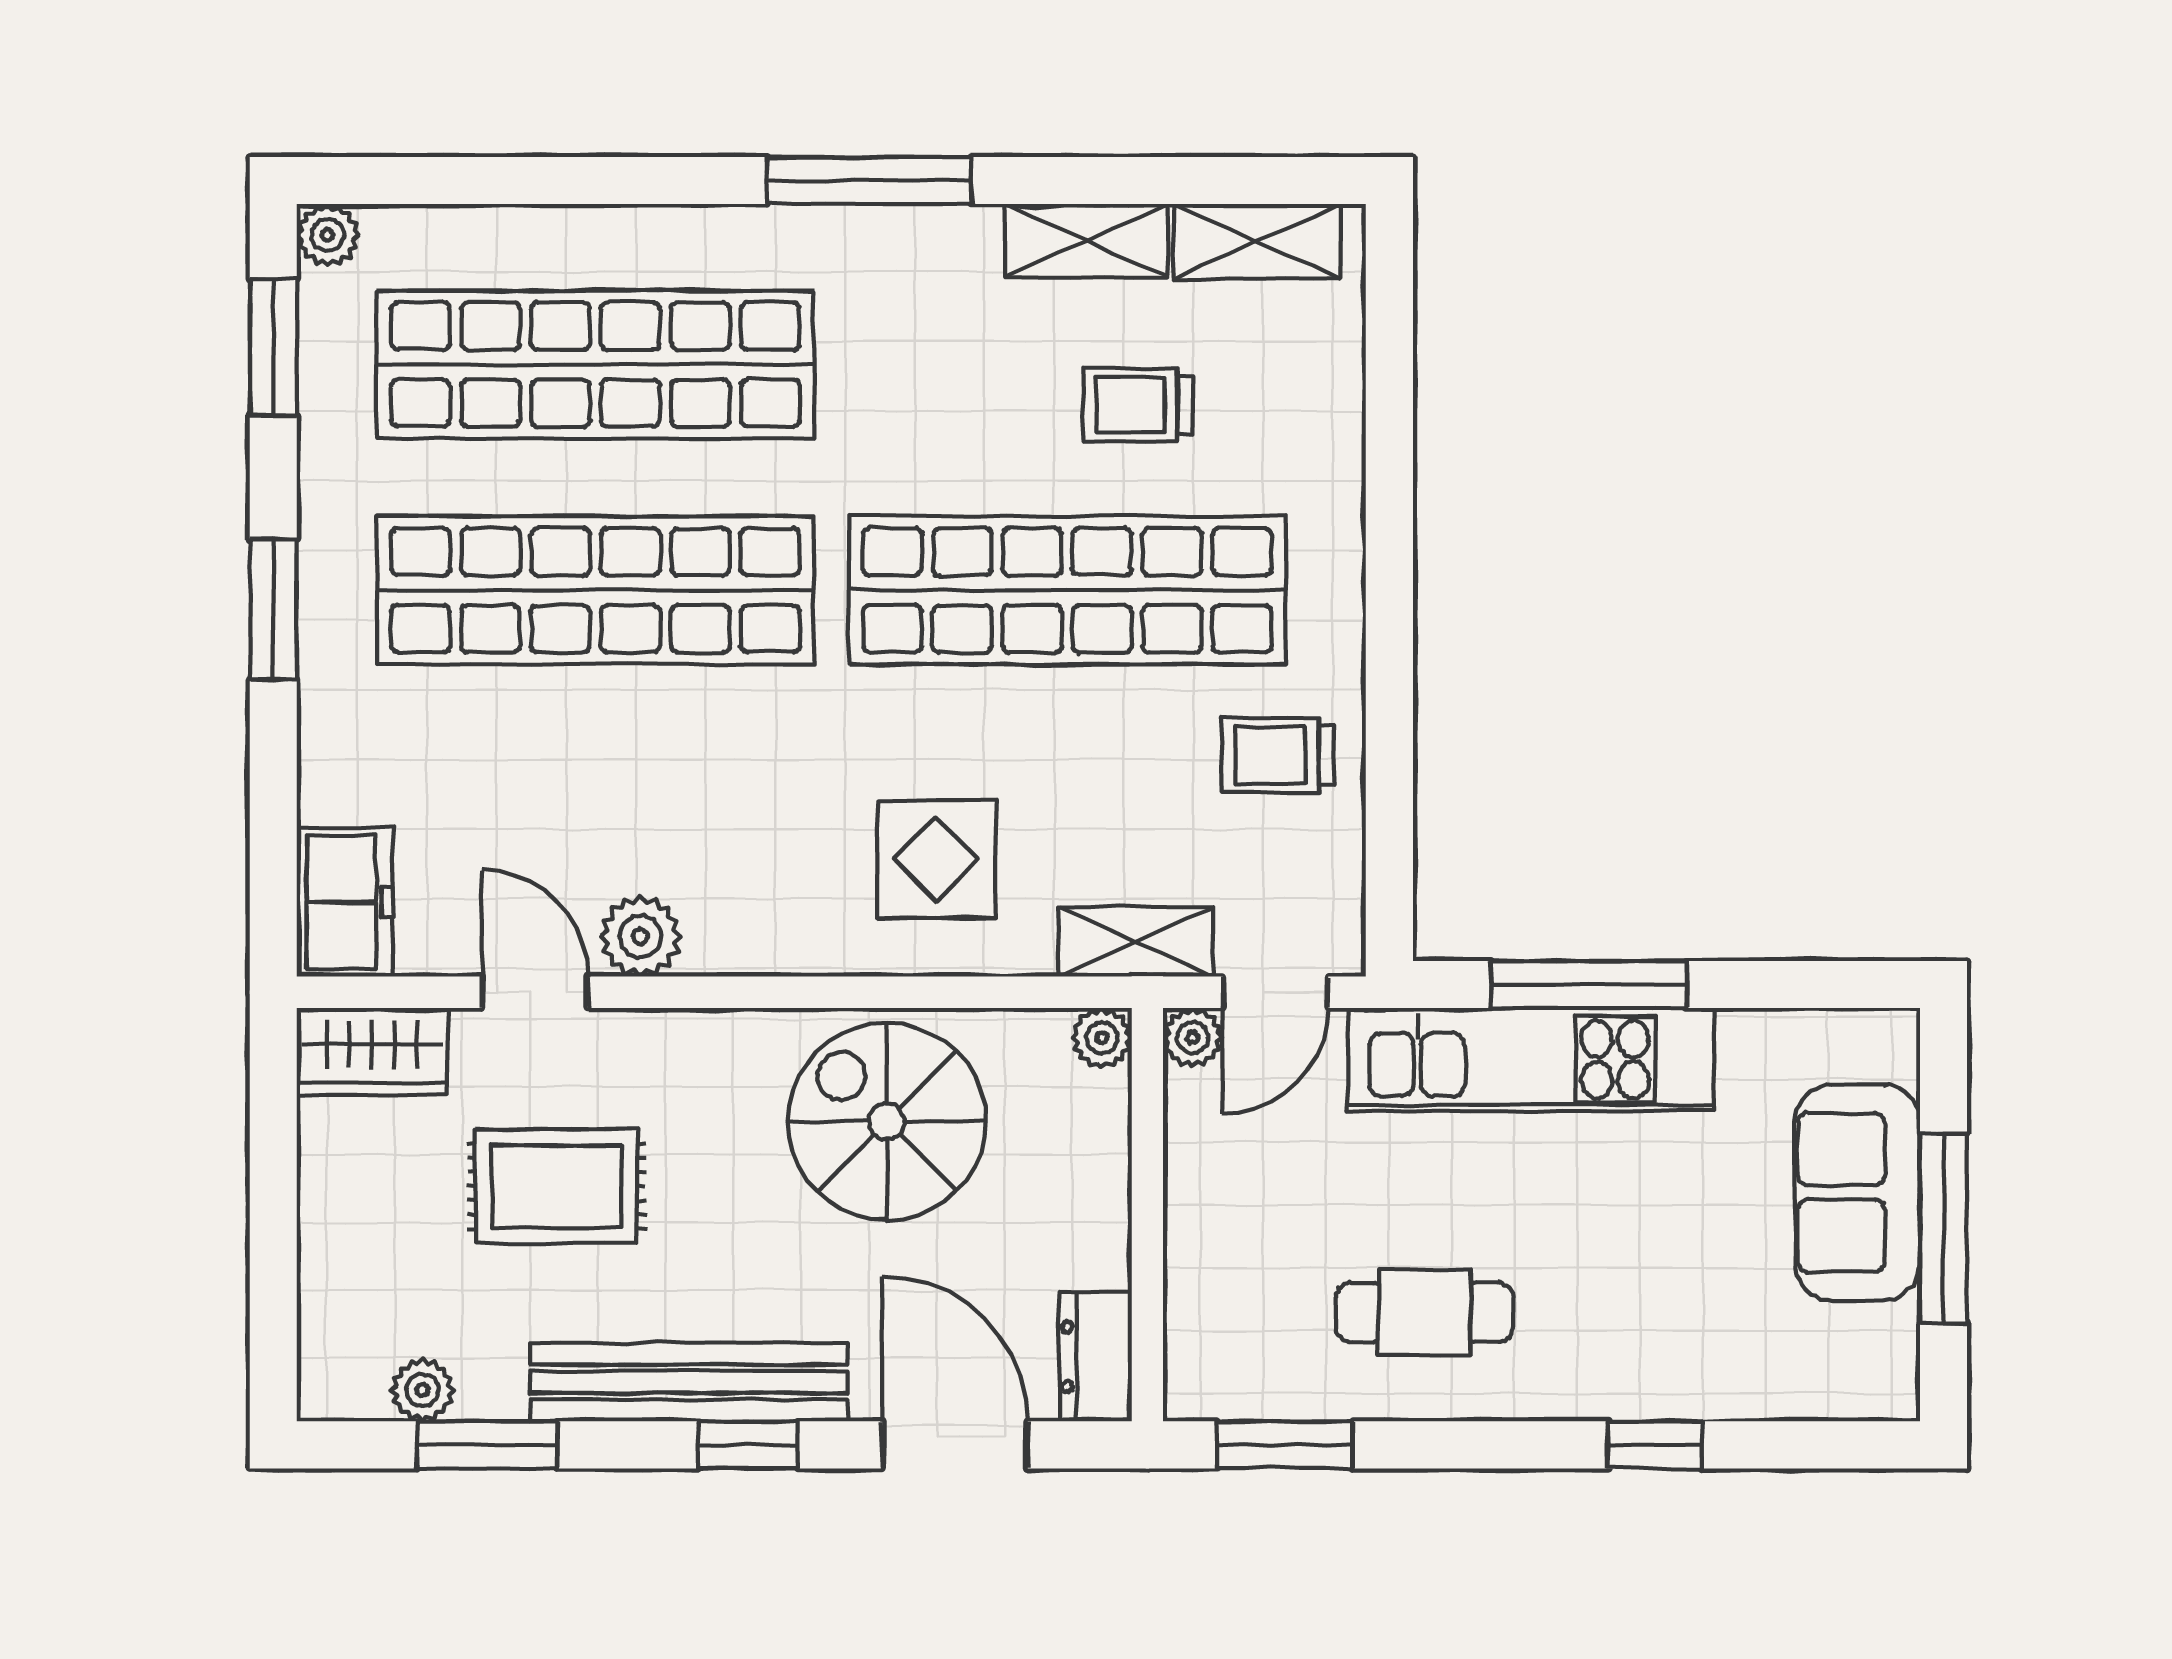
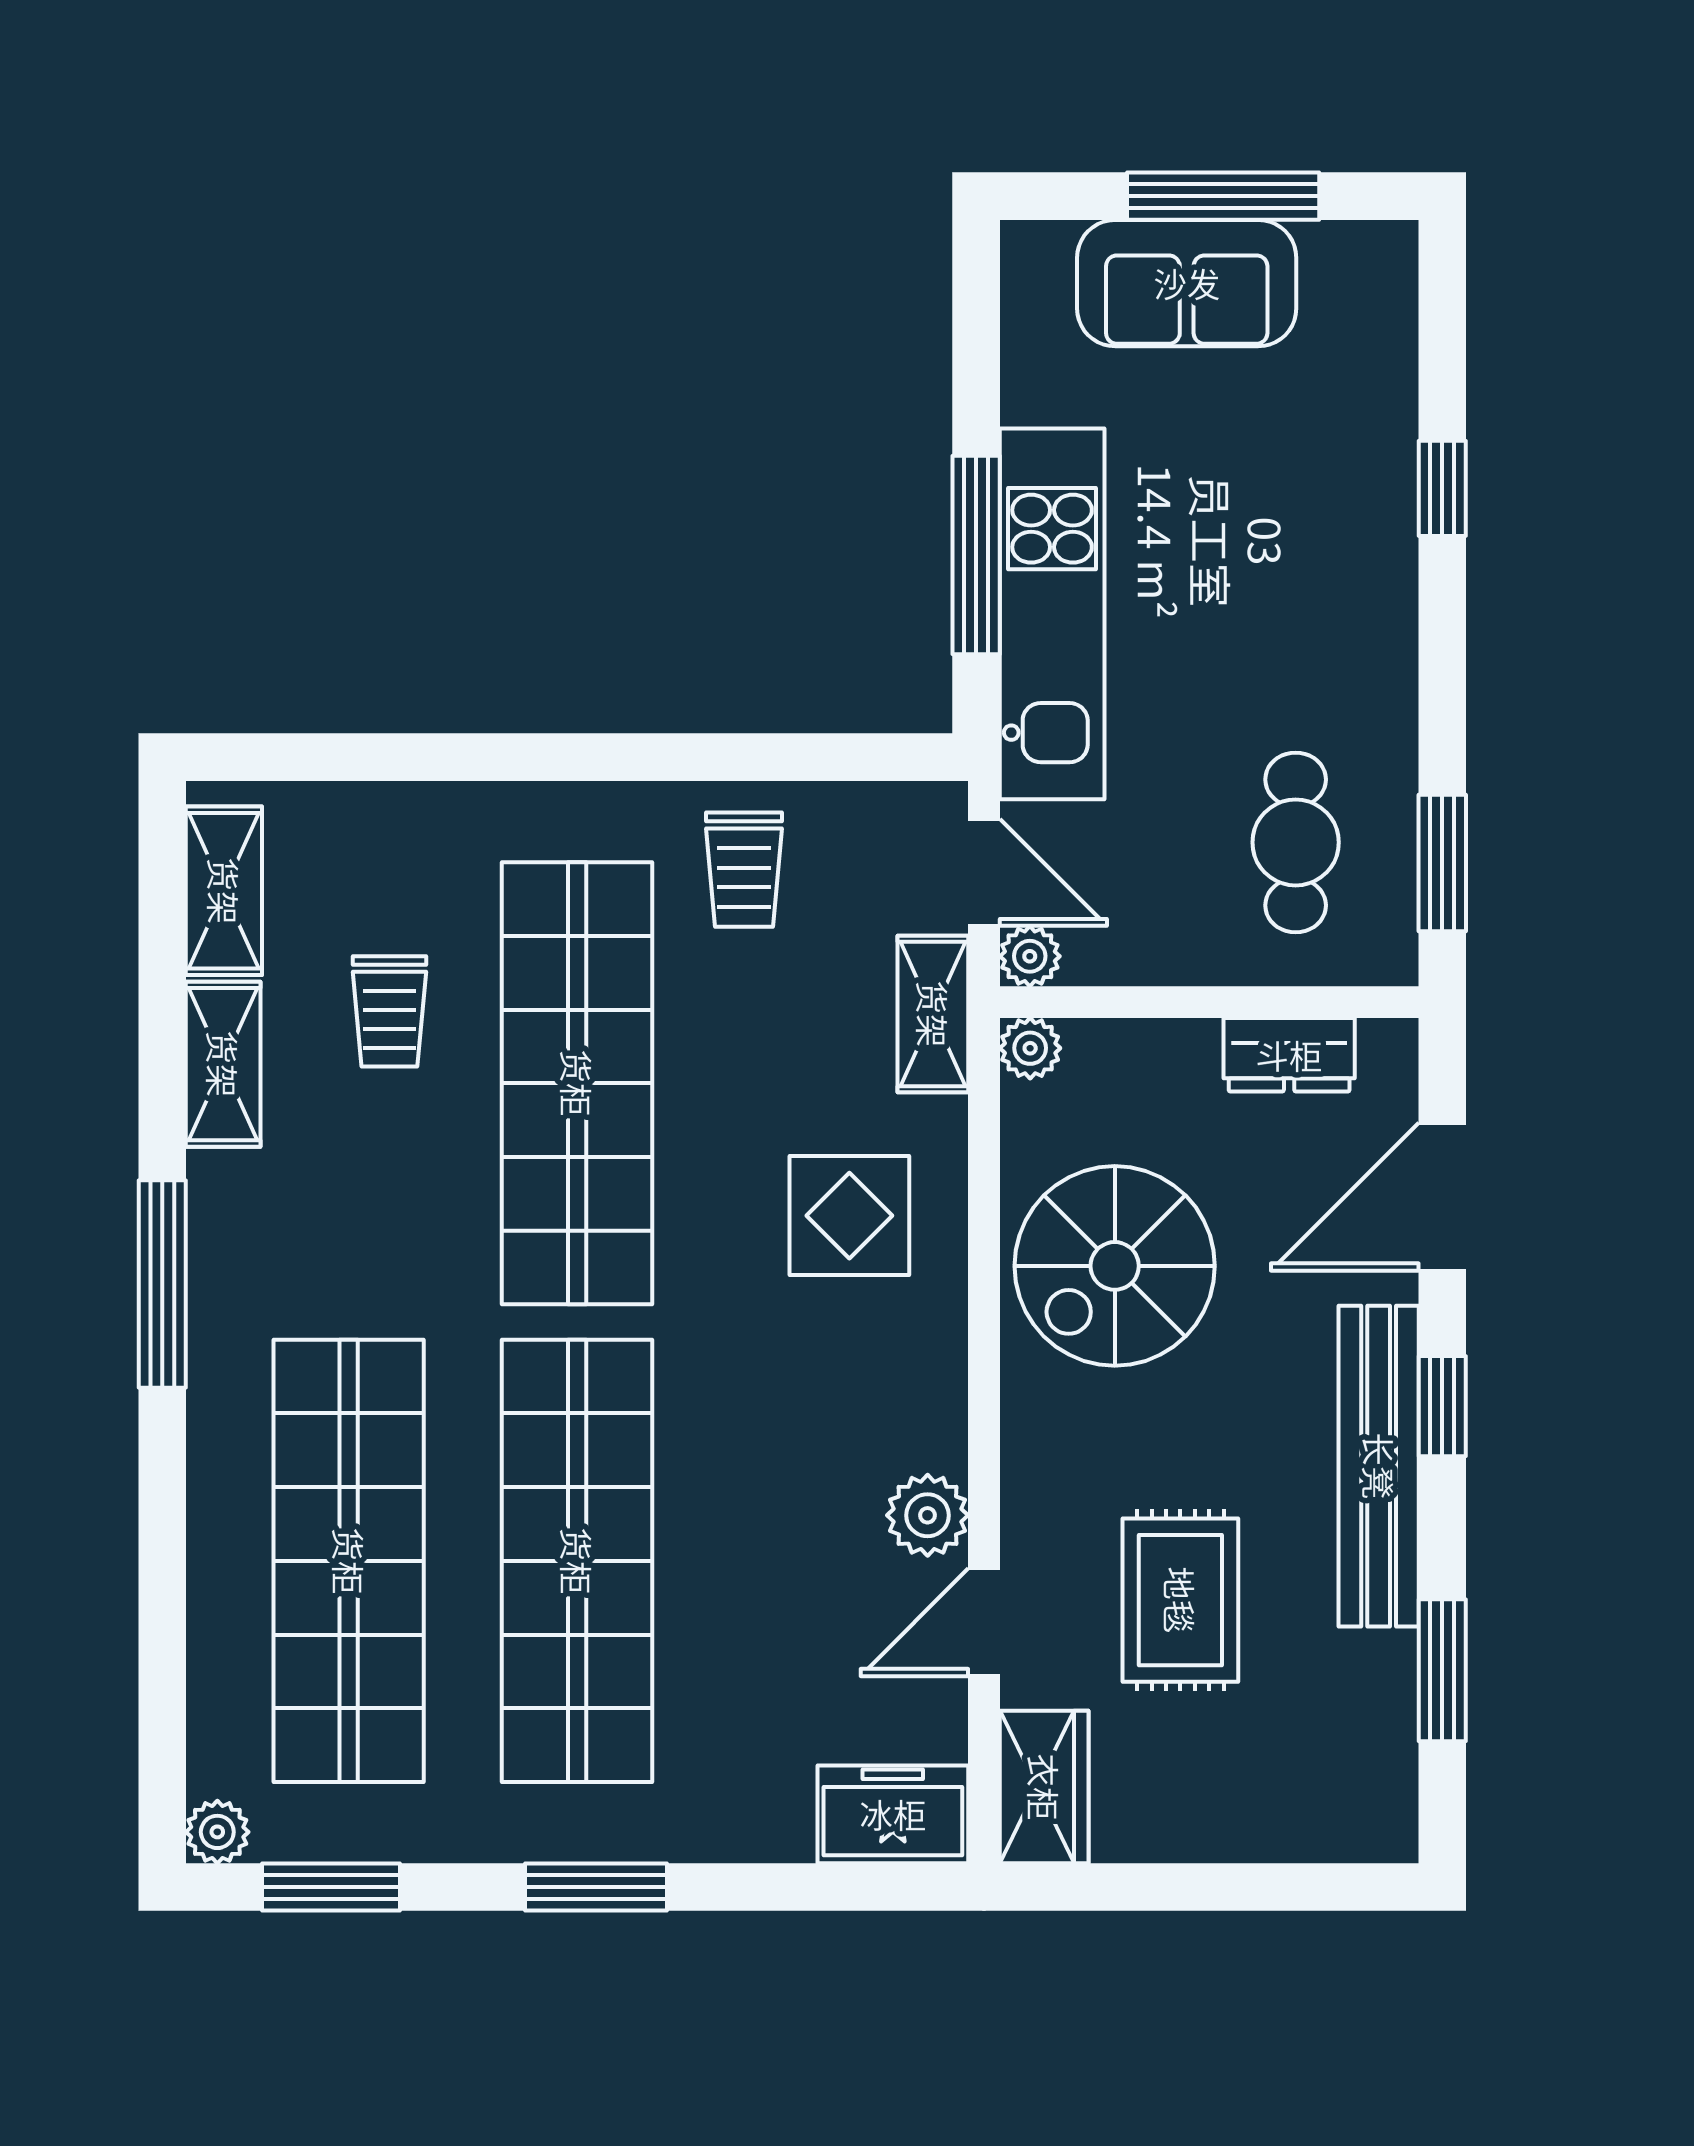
cafe table: (1425, 1312) -> (1296, 842), moved
dresser: (1095, 1357) -> (1289, 1055), moved
plant: (423, 1390) -> (1387, 1736), removed

